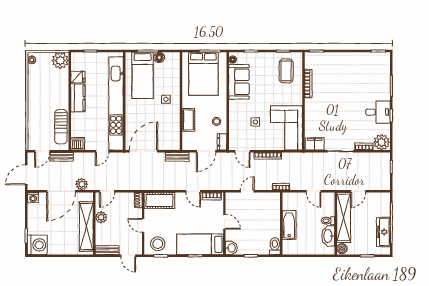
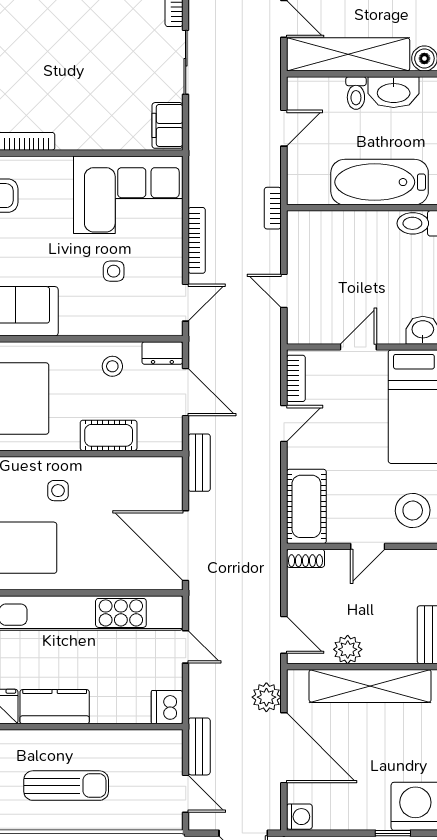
sun lounger: (61, 127) -> (66, 786), moved
bathtub: (289, 225) -> (380, 182), width x1.36, depth x1.36

